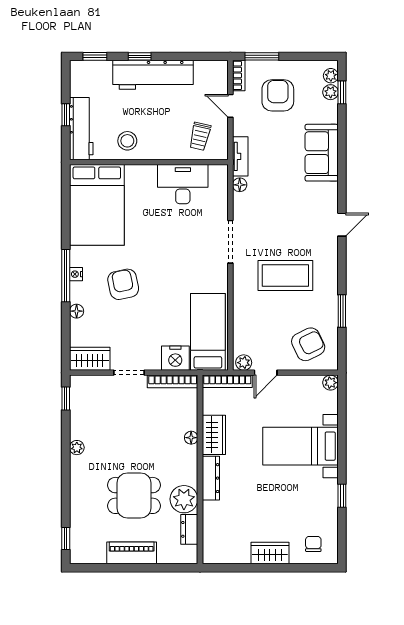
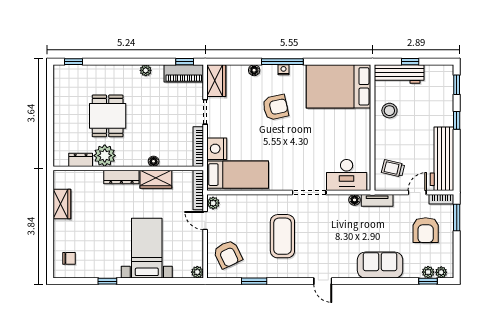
workbench: (153, 75) -> (442, 159), moved
armchair: (278, 95) -> (426, 230), turned 90
desk: (183, 184) -> (347, 175), moved, turned 90
piano: (132, 553) -> (184, 73), moved, turned 90
wardrobe: (270, 553) -> (62, 204), moved

